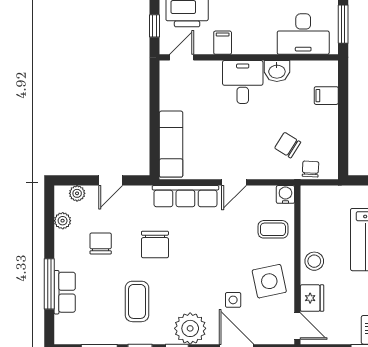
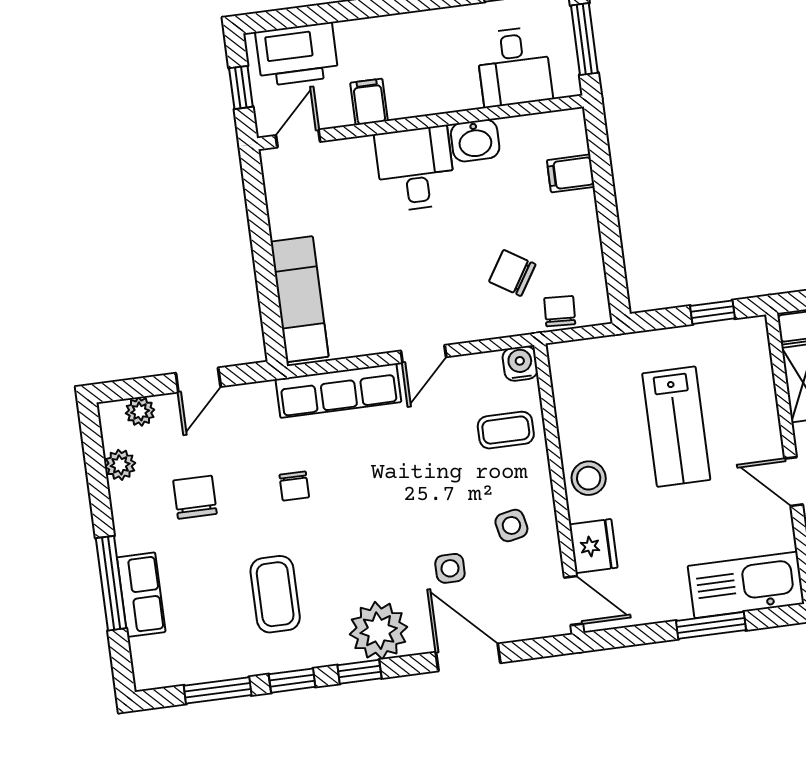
desk: (303, 34) -> (514, 67), width x0.73
chair: (155, 244) -> (294, 486), width x0.54, depth x0.54
side table: (269, 281) -> (511, 525), width x0.54, depth x0.54

